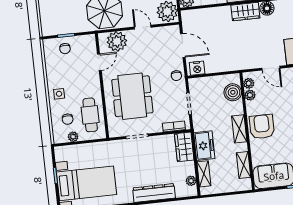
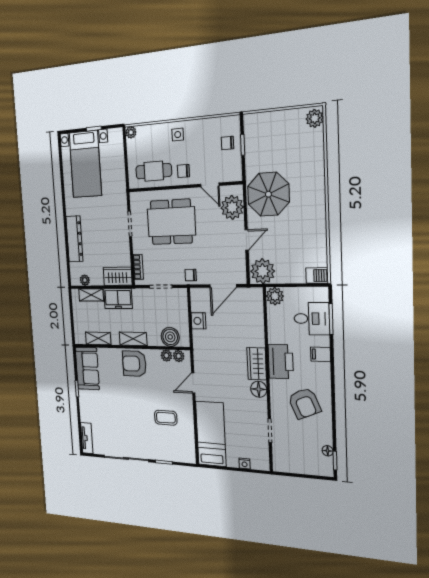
nightstand: (197, 68) -> (198, 321), moved
chair: (68, 119) -> (183, 171), moved
armchair: (262, 127) -> (134, 364), turned 180
plant: (73, 137) -> (131, 132), moved

